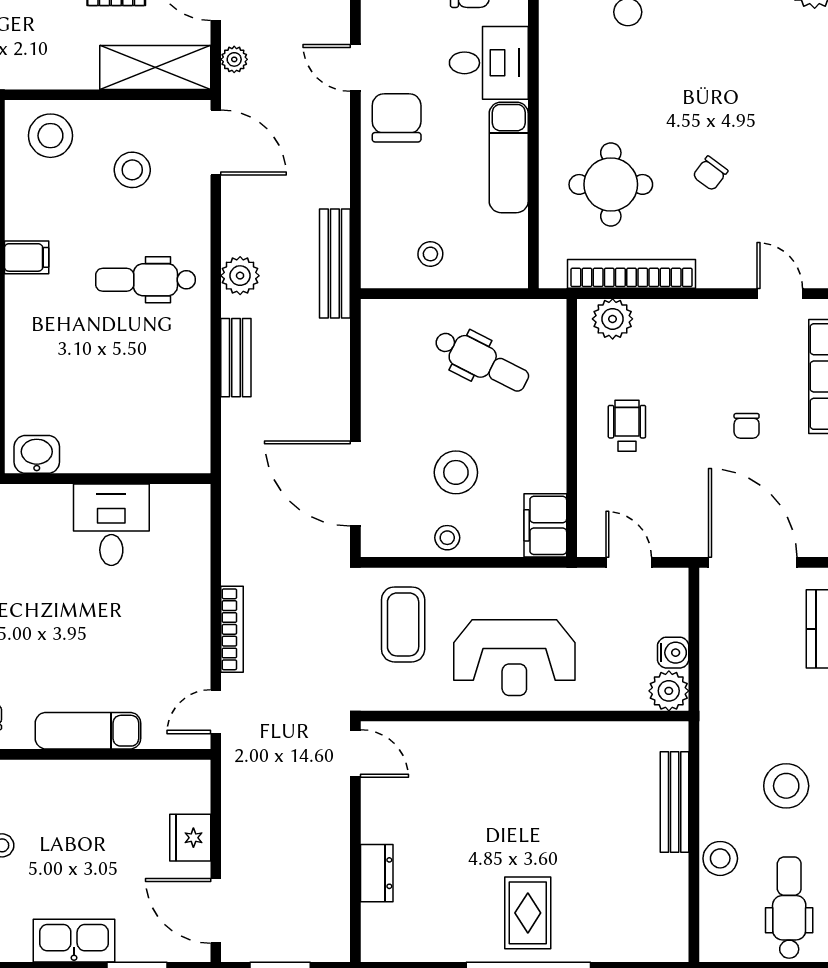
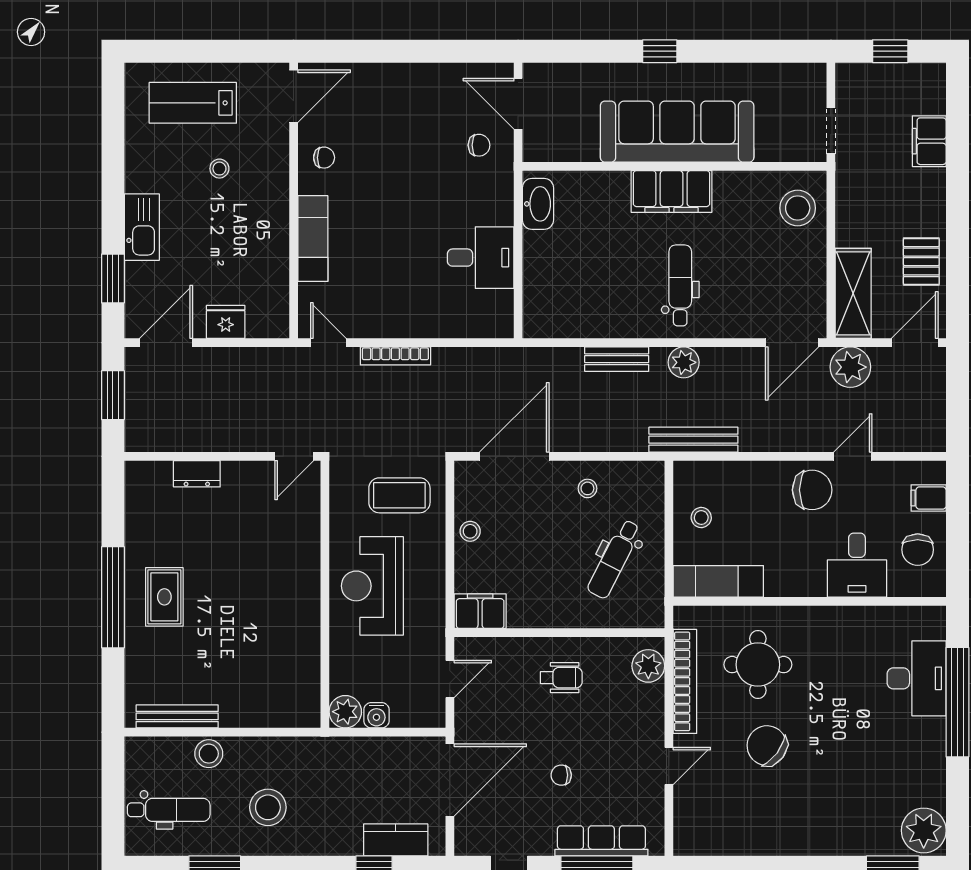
plant: (234, 59) -> (850, 367), width x1.87, depth x1.87
exam couch: (509, 157) -> (718, 581), moved
stool: (132, 170) -> (770, 275), removed
chair: (710, 173) -> (767, 746), width x1.87, depth x1.87
filing cabinet: (27, 257) -> (672, 192), width x3.00, depth x1.17
door: (780, 294) -> (669, 766), moved
washbasin: (37, 454) -> (538, 204), width x1.38
stool: (456, 472) -> (587, 488), moved, width x0.53, depth x0.53
bench: (675, 802) -> (177, 716), moved
rug: (528, 913) -> (164, 597), turned 90

